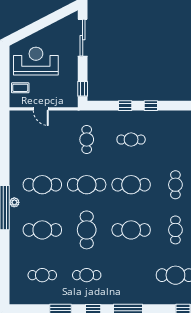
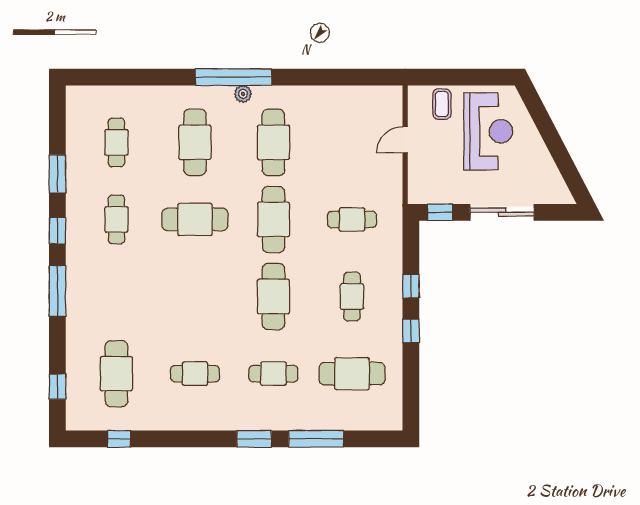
sliding door: (83, 38) -> (502, 212), moved
cafe table: (131, 230) -> (352, 374), moved, turned 90

